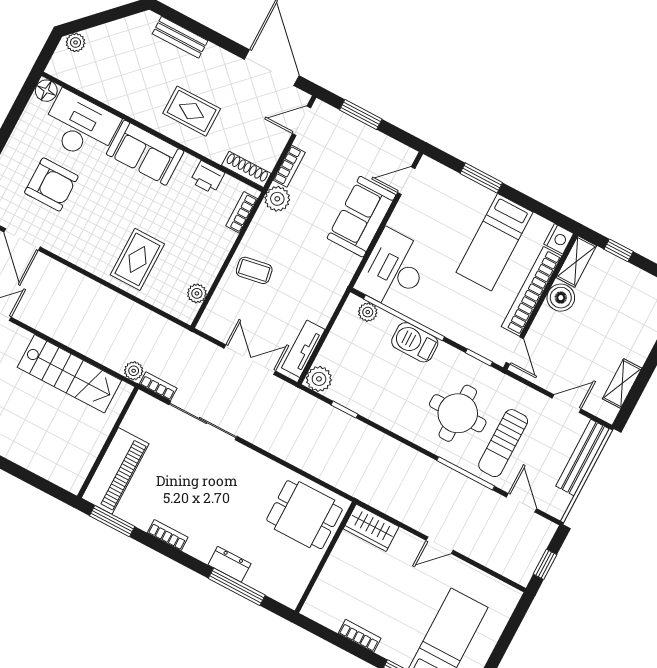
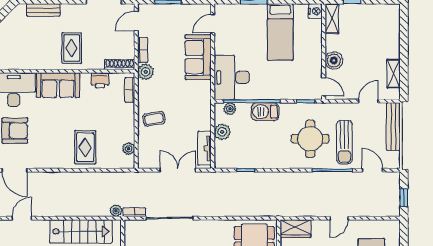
rug: (192, 111) -> (72, 48), turned 90
bookcase: (532, 291) -> (316, 49), removed
boiler: (561, 298) -> (334, 60), moved
plant: (319, 379) -> (222, 132), moved

